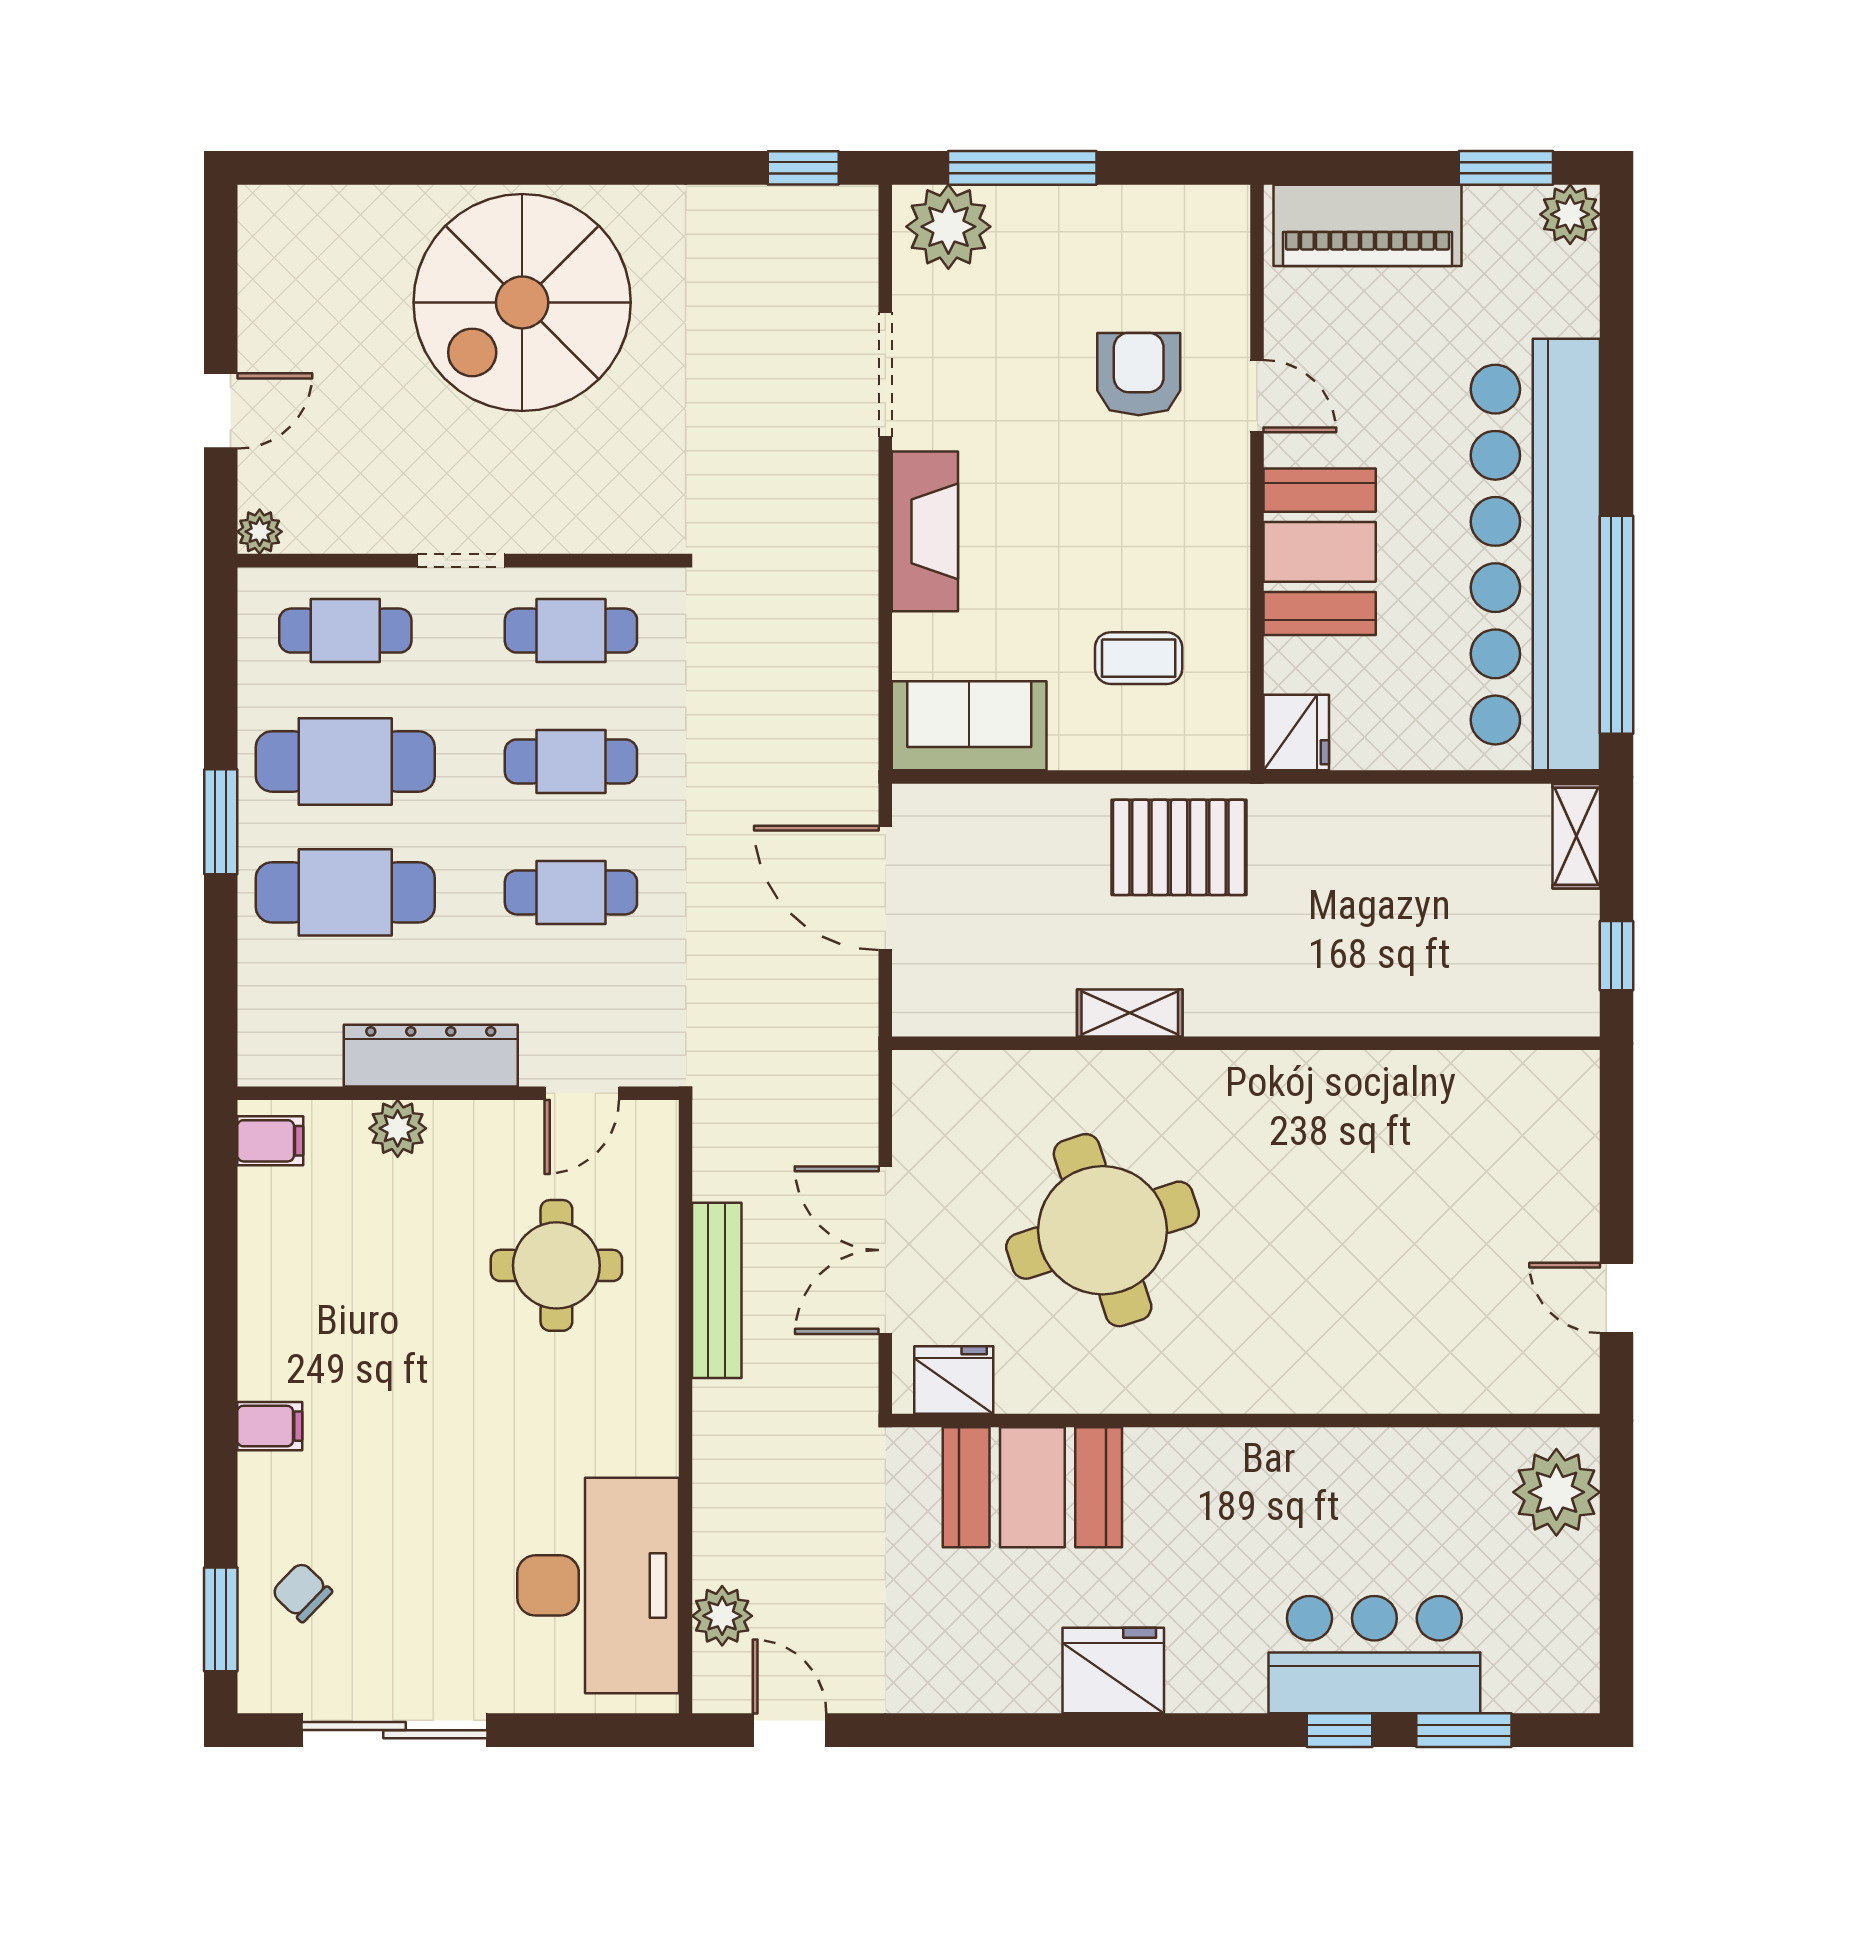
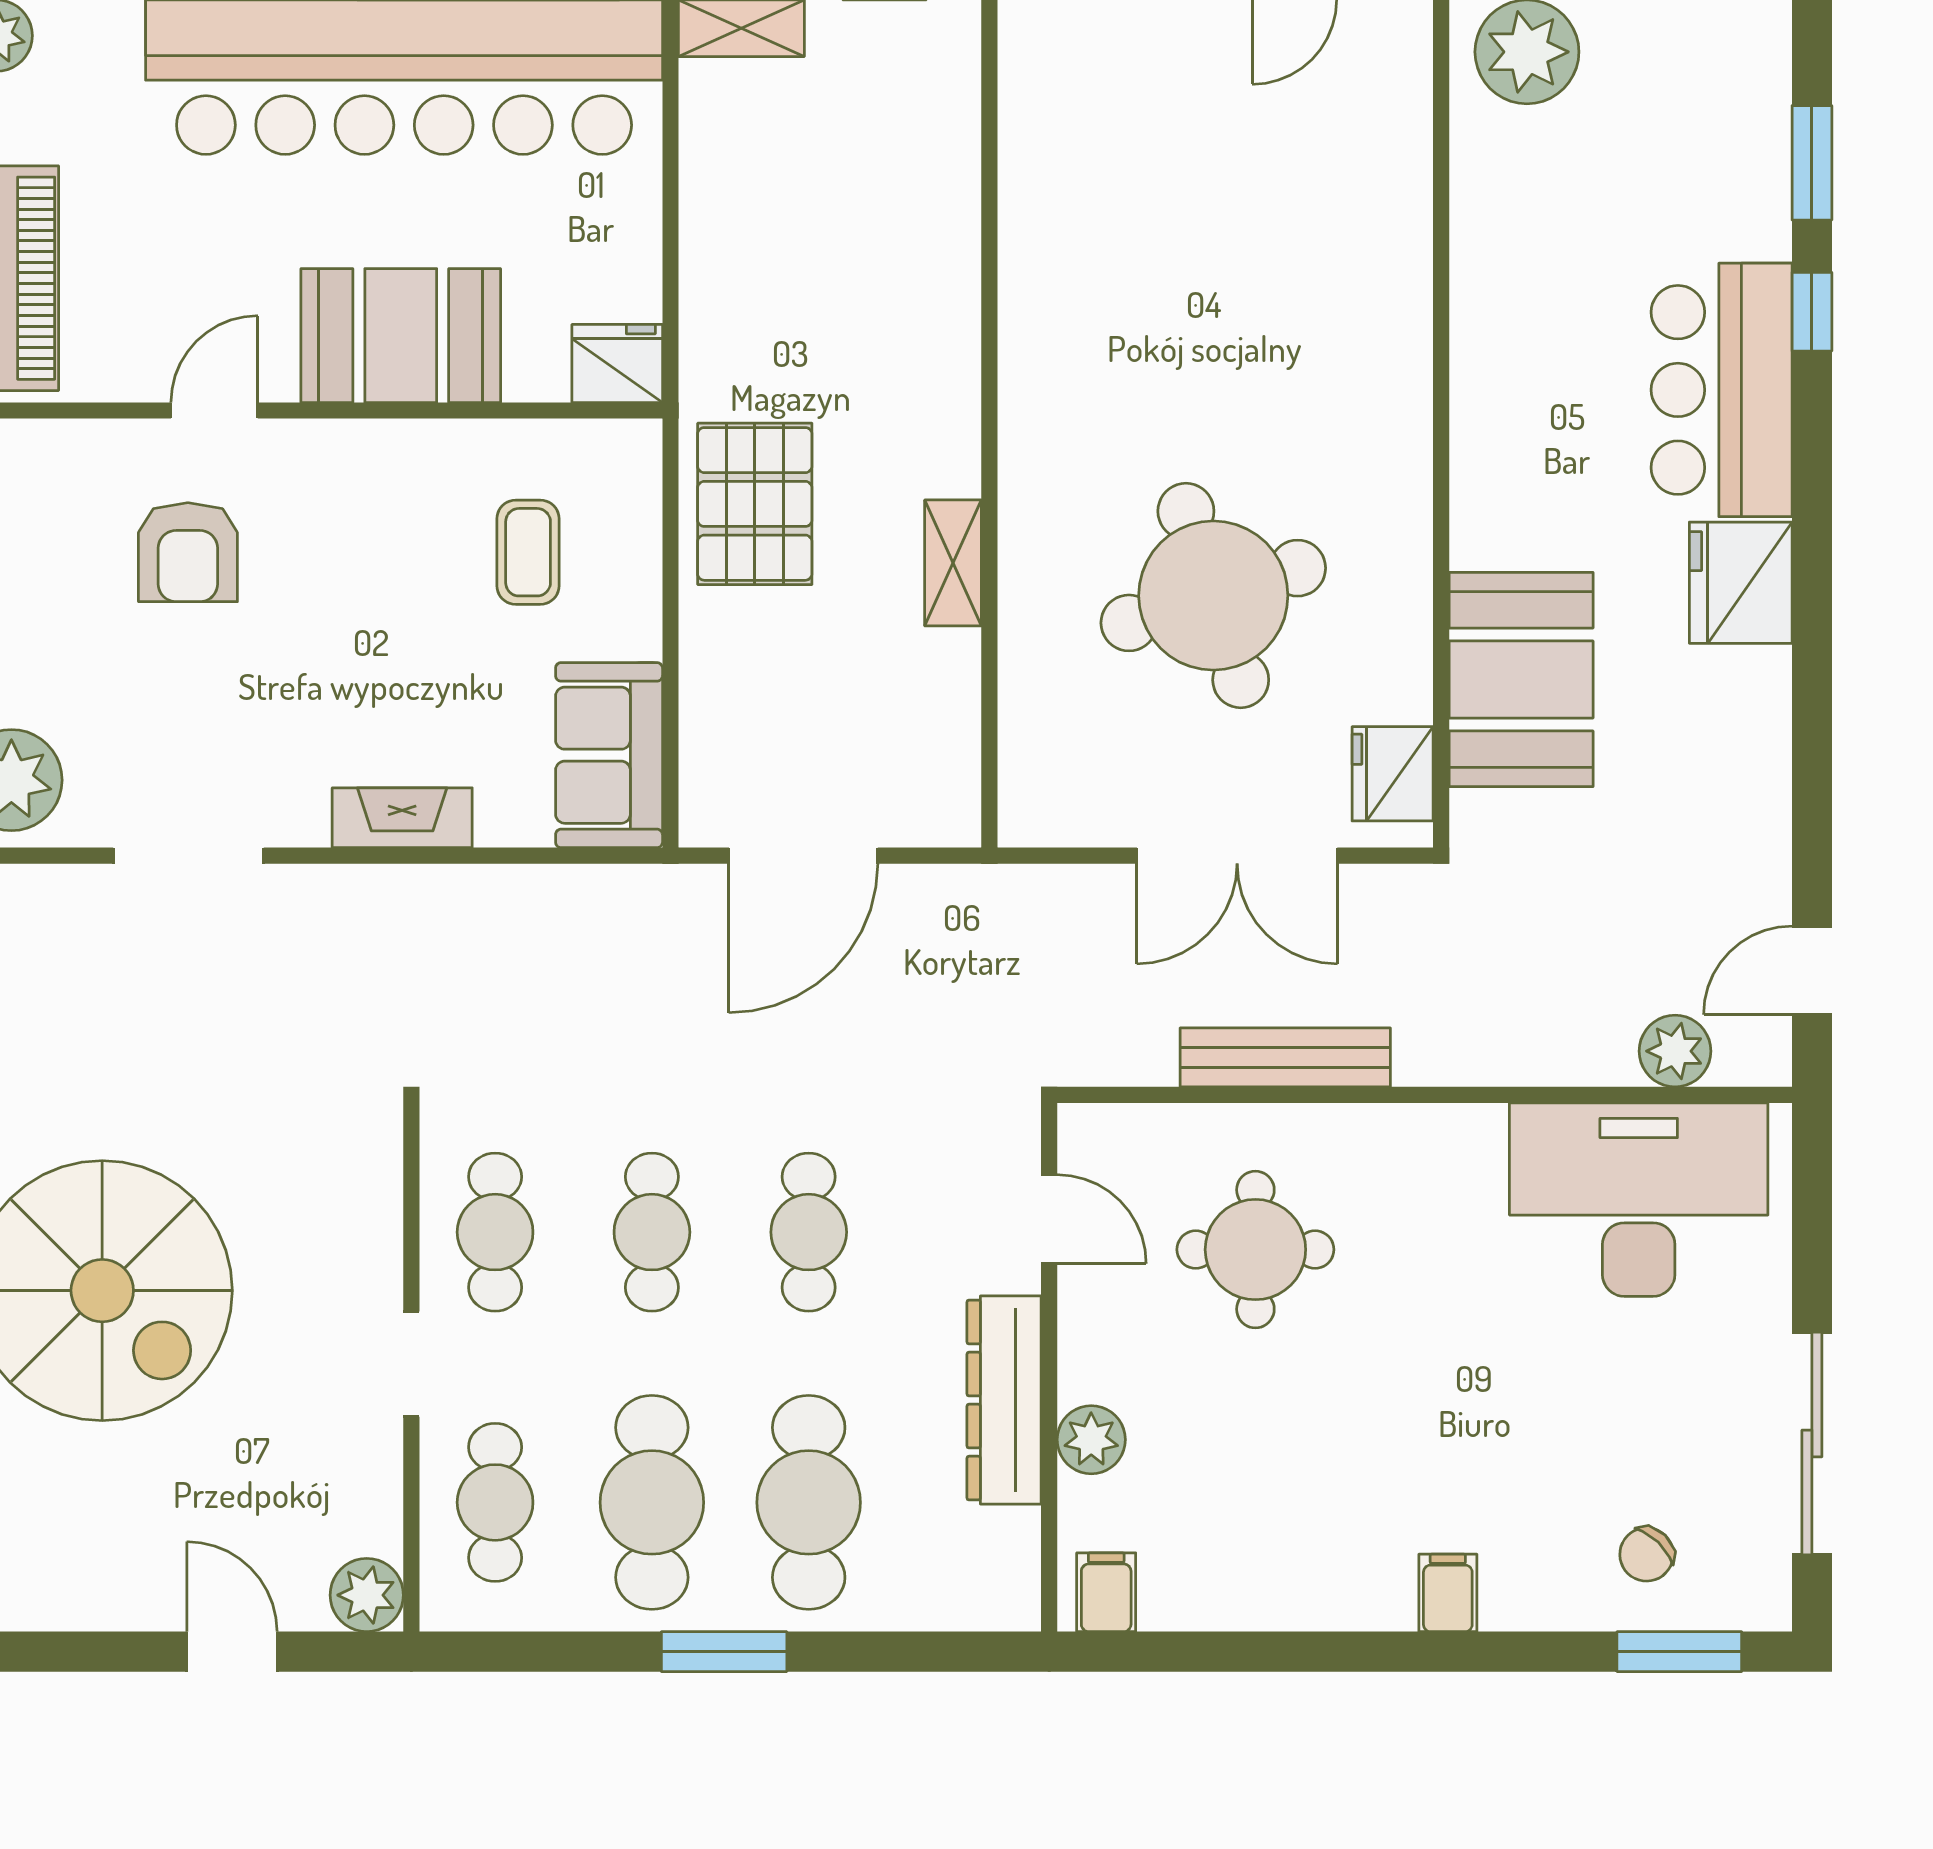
armchair: (1139, 374) -> (188, 552), turned -90
fireplace: (925, 531) -> (402, 818), width x0.73, depth x0.76
plant: (260, 532) -> (367, 1595), width x1.38, depth x1.38
bar counter: (1374, 1655) -> (1722, 390), moved

